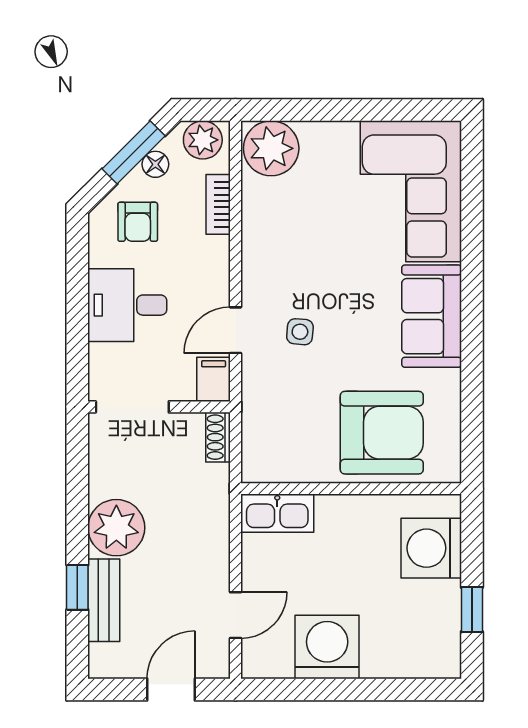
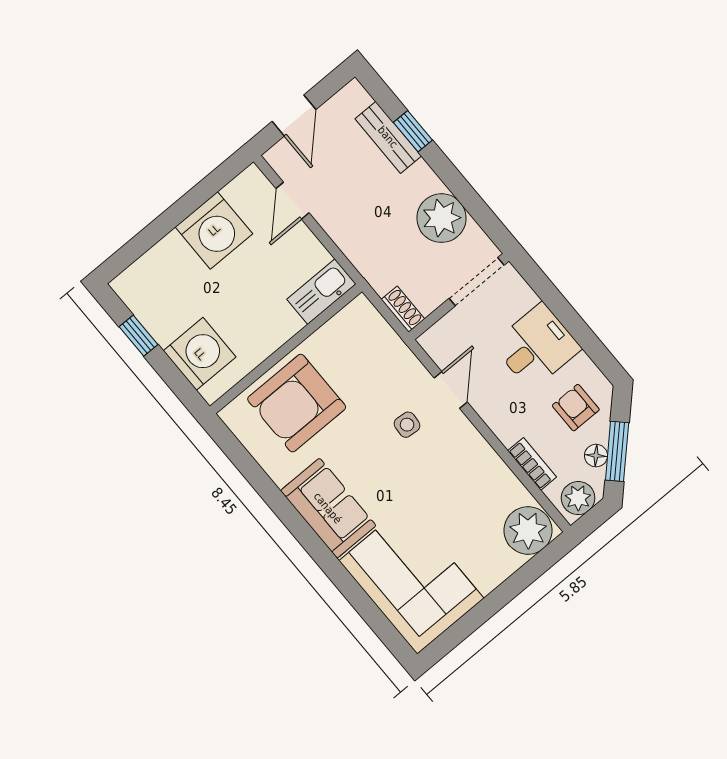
filing cabinet: (214, 379) -> (438, 345), removed
plant: (116, 528) -> (441, 218), moved

